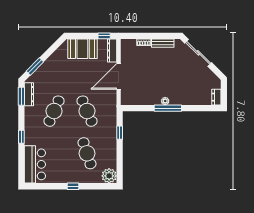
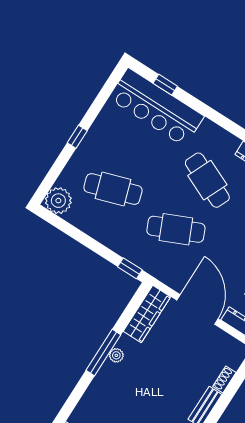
wardrobe: (136, 99) -> (147, 314), added
window: (120, 133) -> (130, 268), moved
window: (21, 137) -> (165, 85), moved
bar counter: (35, 164) -> (156, 107), width x1.36

